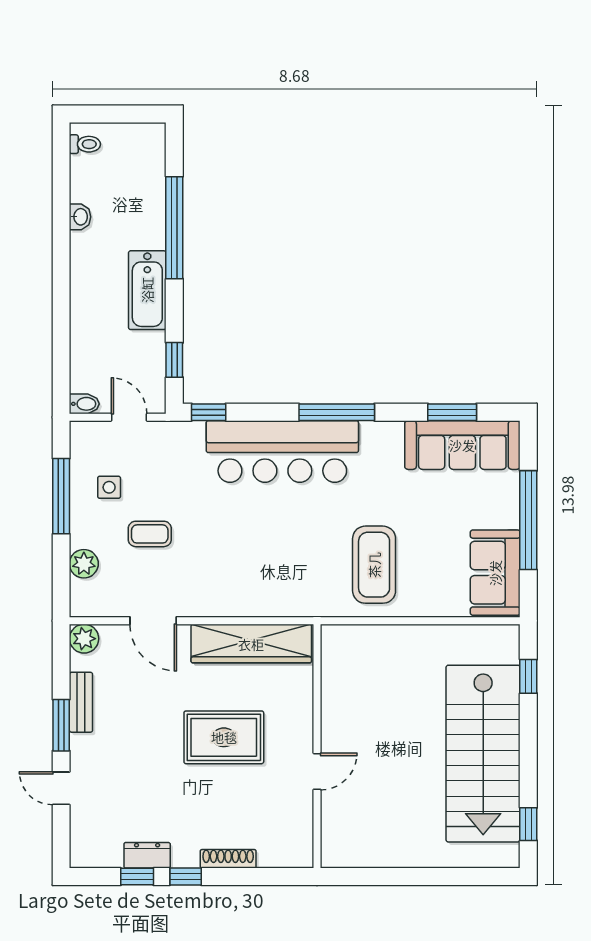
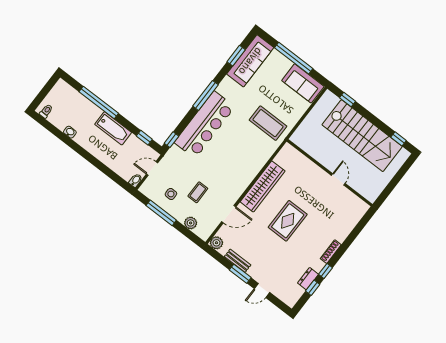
wall: (317, 746) -> (330, 173), moved
door: (317, 771) -> (338, 179), moved

